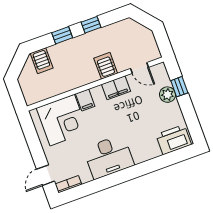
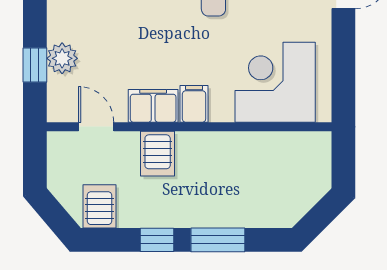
window: (62, 35) -> (218, 240), width x1.50
server rack: (42, 61) -> (99, 206), moved
filing cabinet: (85, 100) -> (194, 104), moved

